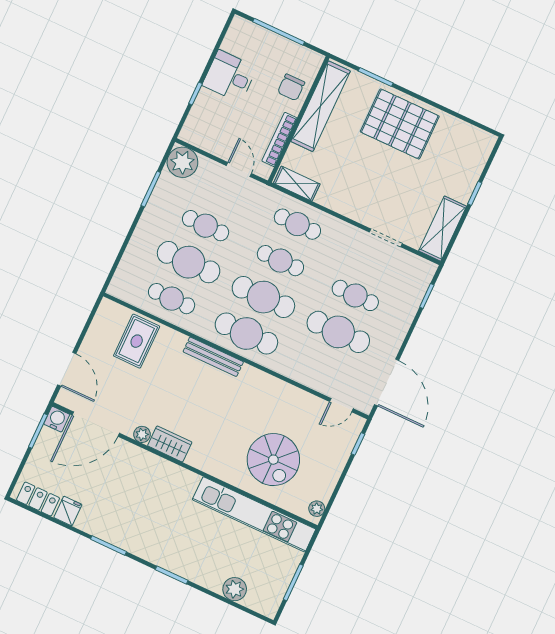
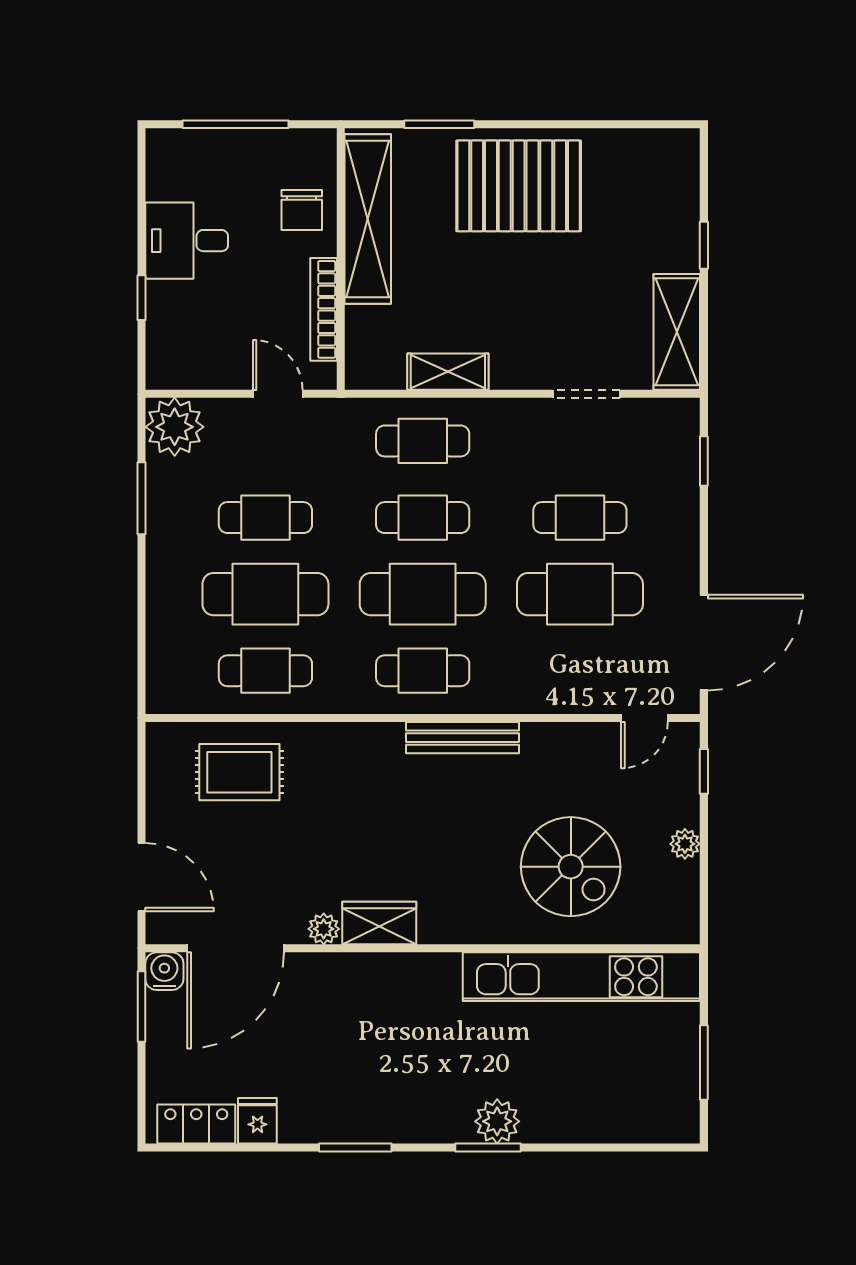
shelving: (297, 184) -> (448, 372), moved
cafe table: (246, 333) -> (423, 671), width x0.73, depth x0.74
rug: (137, 341) -> (239, 772), turned 90
bench: (213, 357) -> (463, 738), moved
door: (387, 383) -> (704, 643), hinge flipped
plant: (317, 509) -> (685, 844), moved
plant: (235, 589) -> (497, 1121), moved

